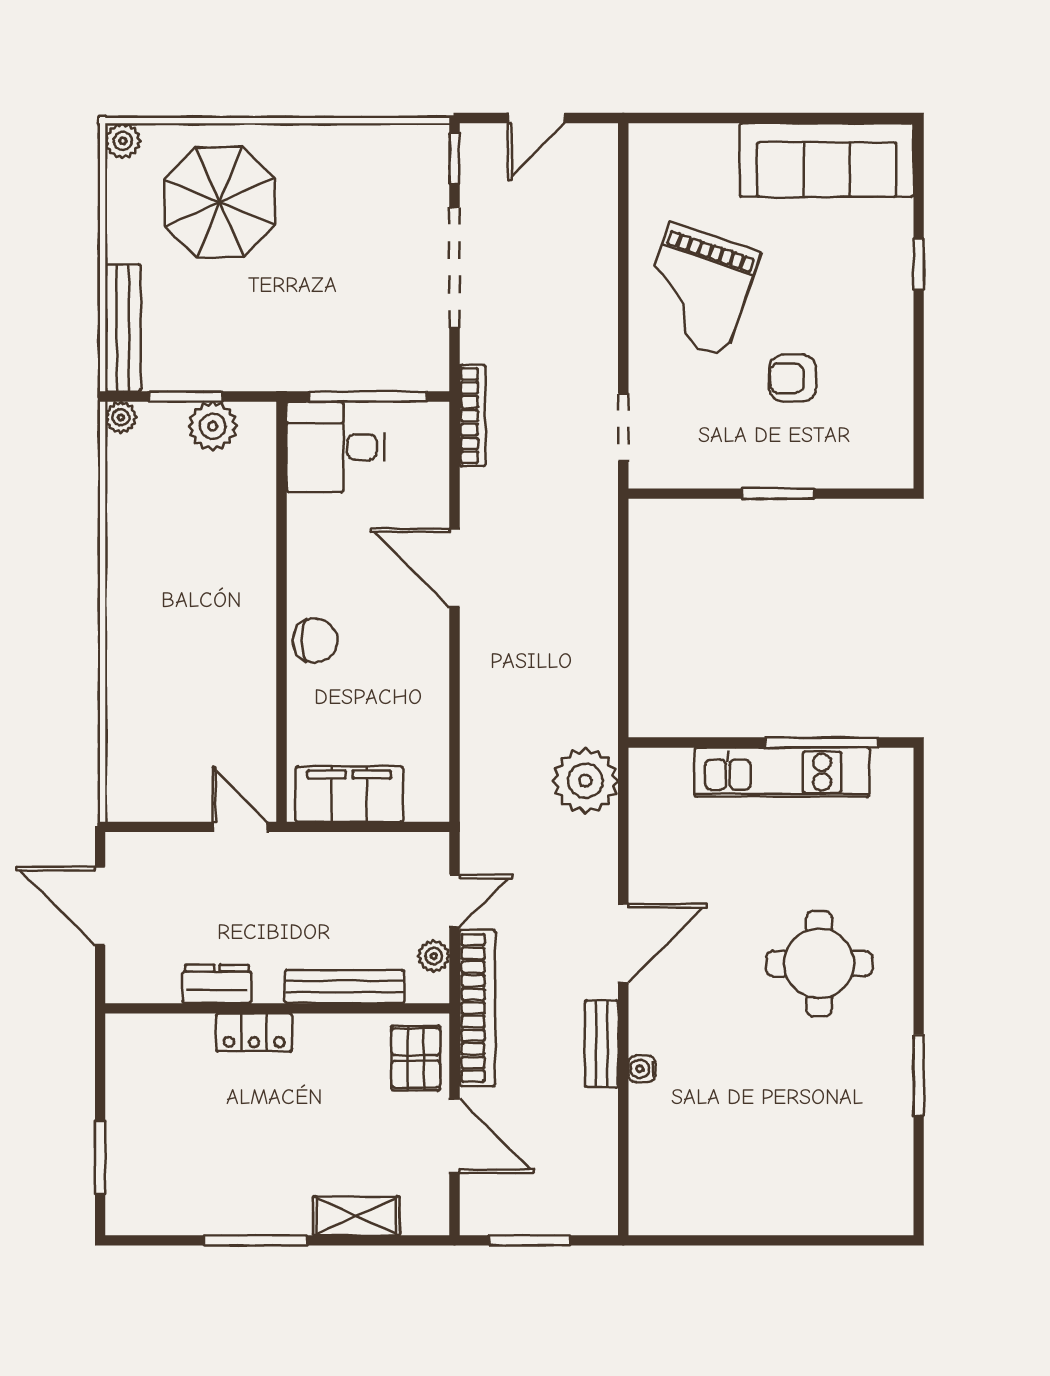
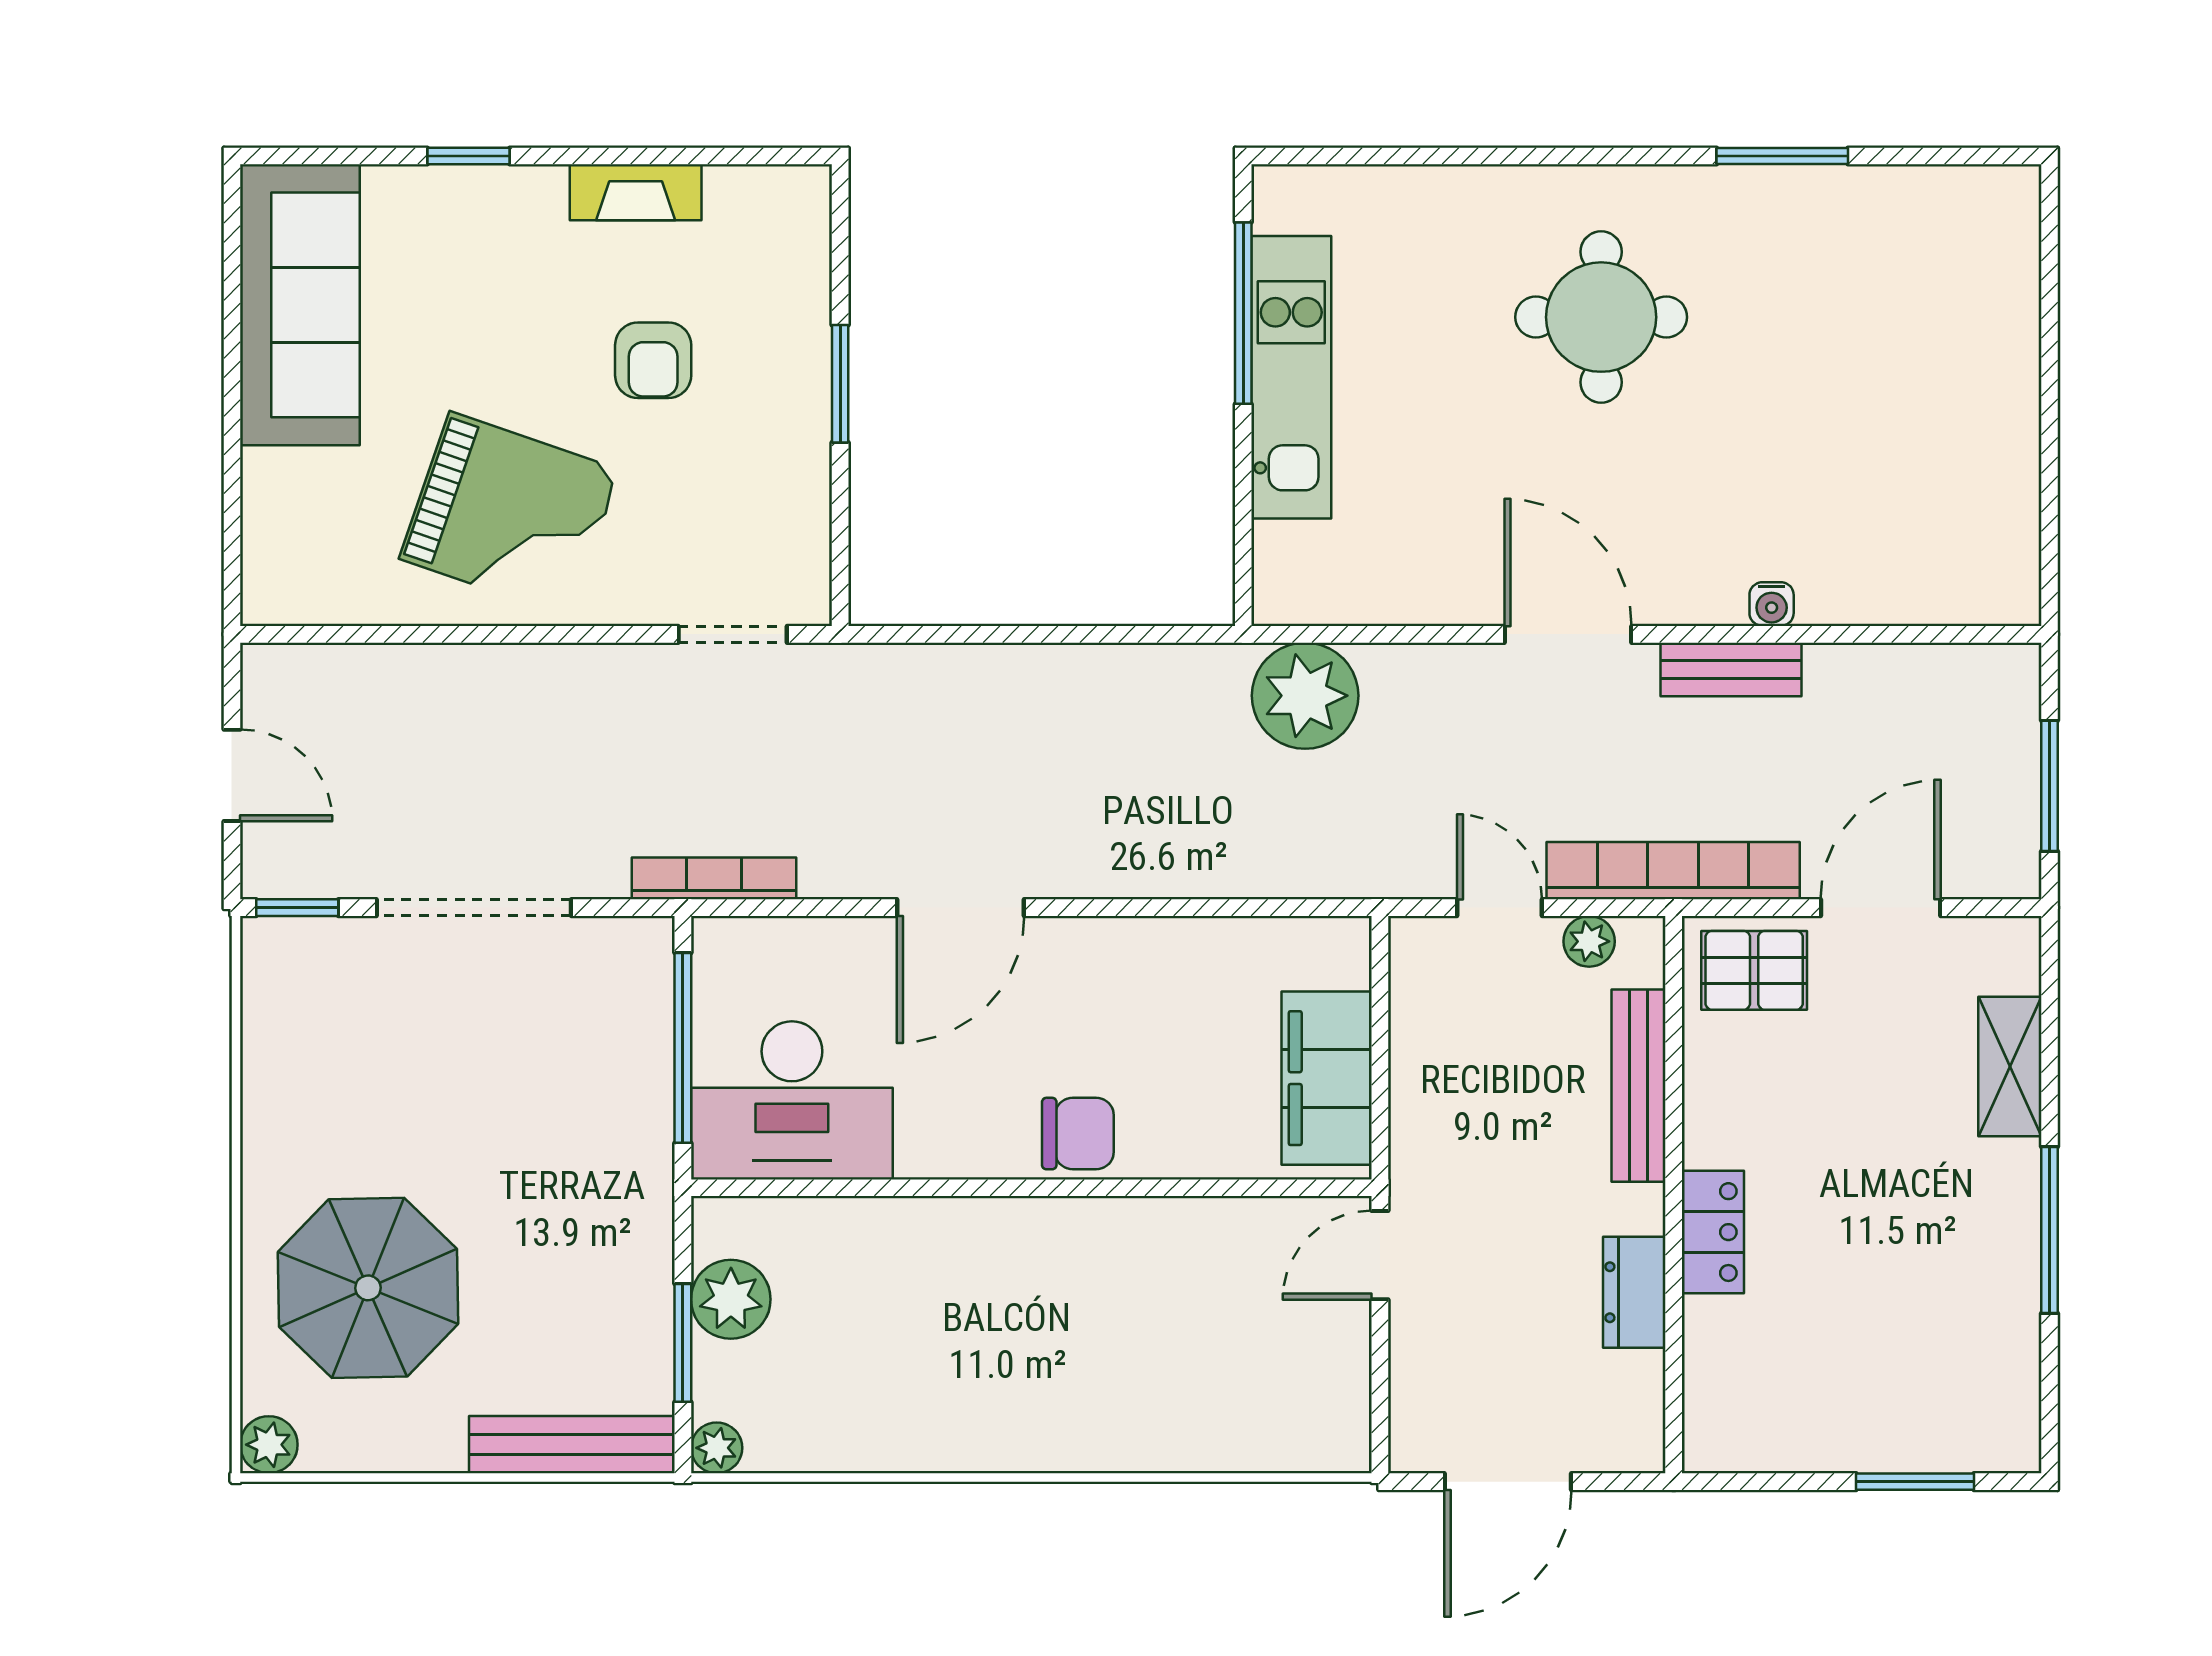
fireplace: (896, 367) -> (636, 192), added
desk: (335, 447) -> (792, 1100), width x1.37
chair: (315, 640) -> (1078, 1134), turned 90

